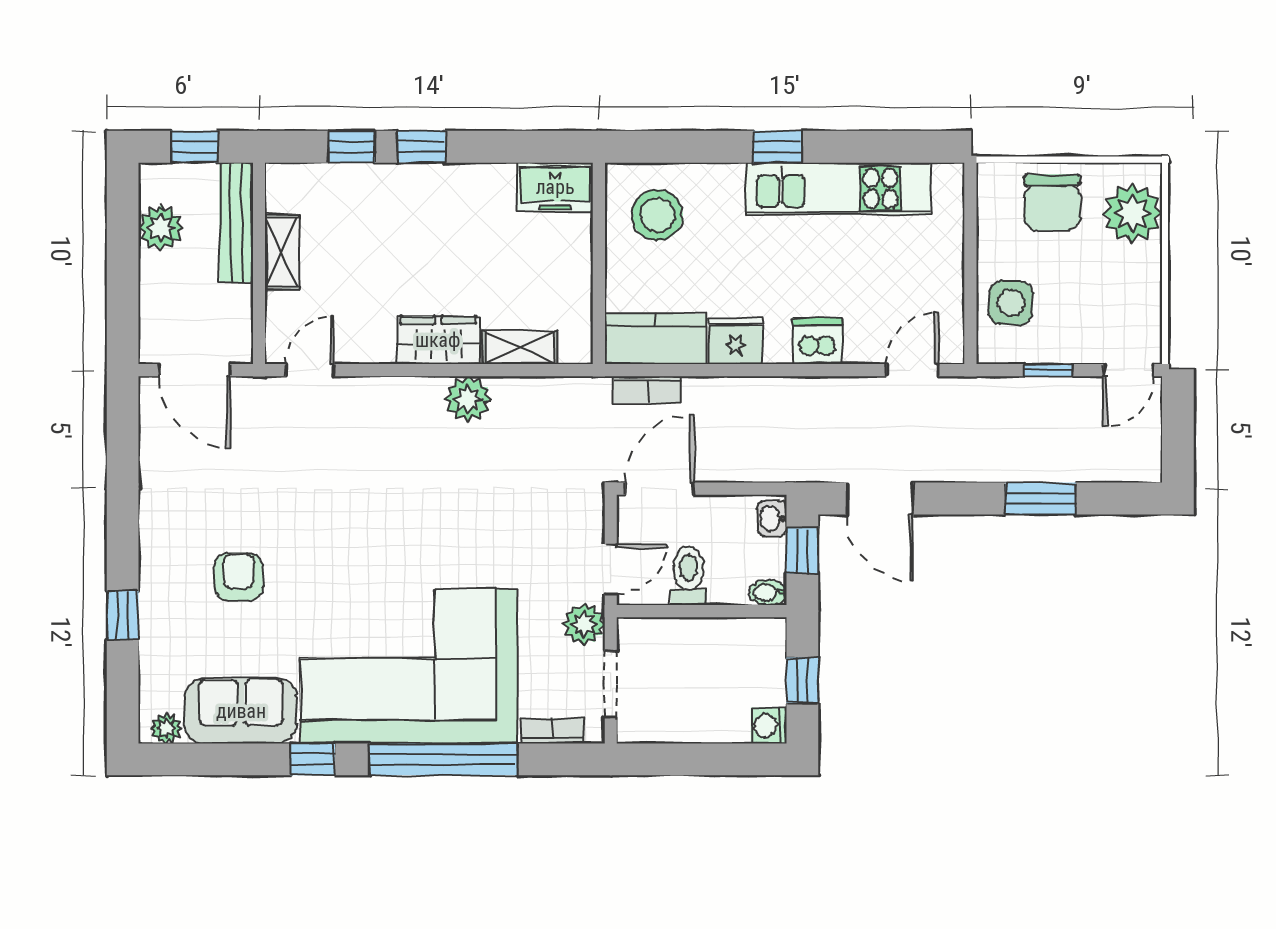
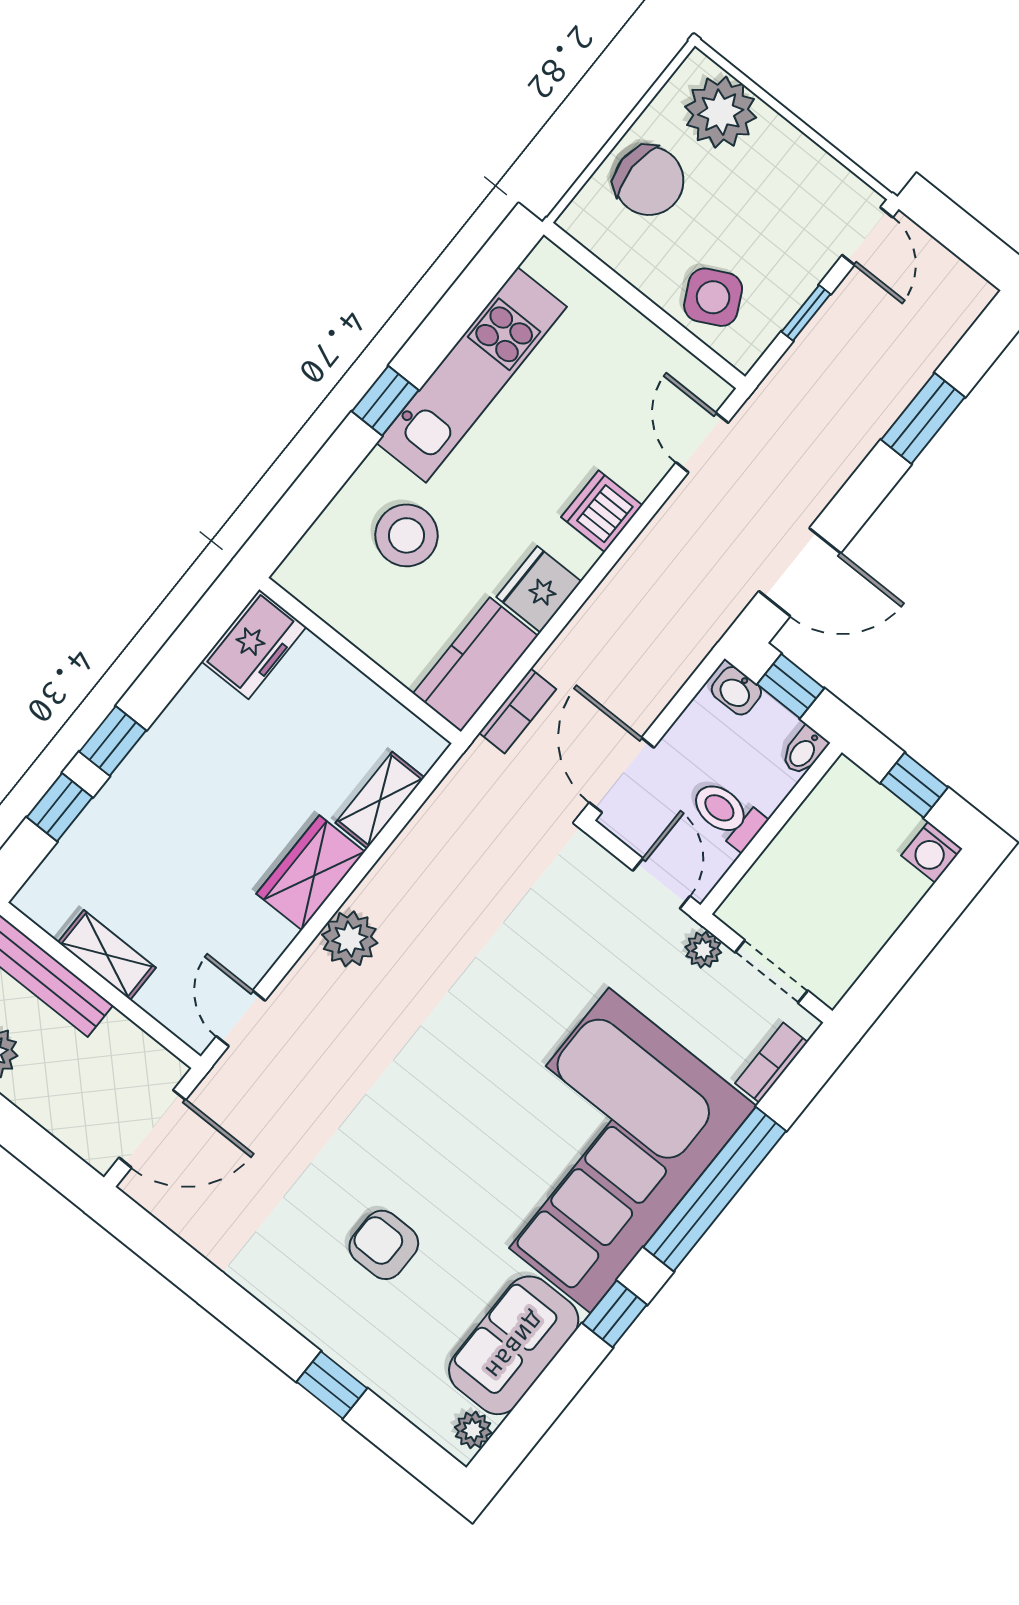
stool: (657, 215) -> (406, 535), moved
side table: (1011, 303) -> (713, 297), turned -30
plant: (468, 399) -> (350, 939), moved
plant: (584, 624) -> (703, 950), width x0.73, depth x0.73

